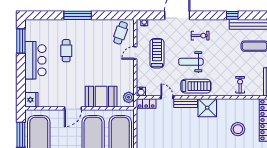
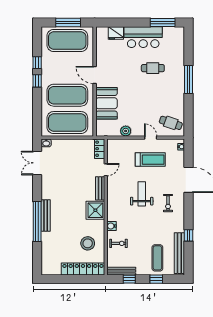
treadmill: (196, 86) -> (117, 199), removed
water cooler: (141, 92) -> (112, 226), moved
plant: (129, 97) -> (126, 131), moved
fridge: (31, 100) -> (116, 33), moved
stool: (238, 129) -> (88, 243), moved

